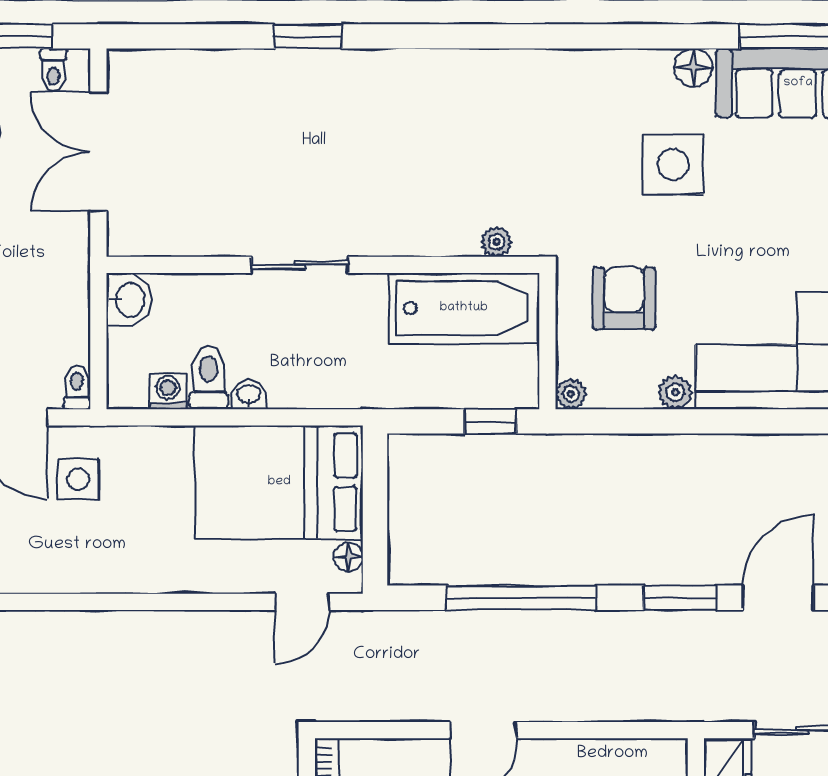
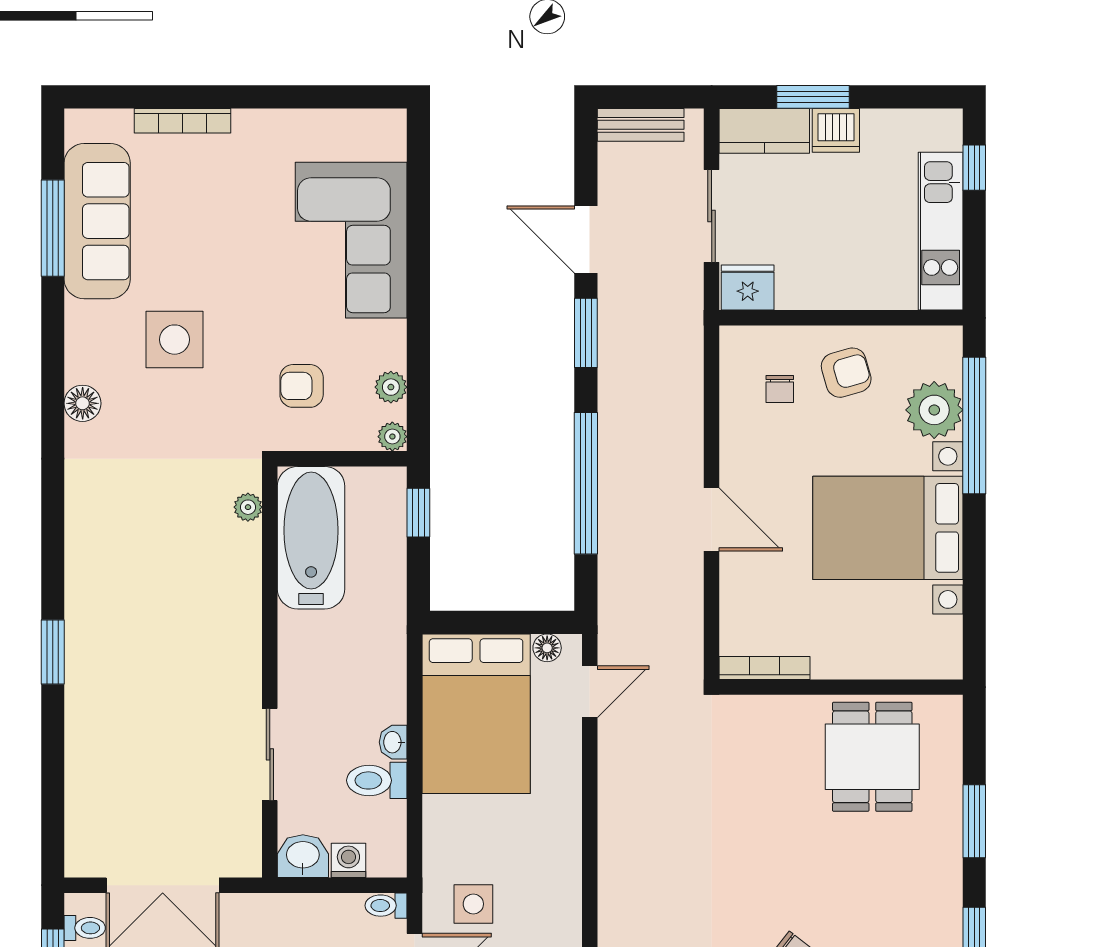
window: (308, 36) -> (53, 652), moved
floor lamp: (693, 68) -> (83, 403), moved
sliding door: (300, 265) -> (270, 754), moved
armchair: (624, 298) -> (302, 386), width x0.72, depth x0.72
washing machine: (168, 391) -> (348, 860), moved, turned 90
plant: (675, 392) -> (391, 387), moved
door: (302, 602) -> (590, 692), hinge flipped

